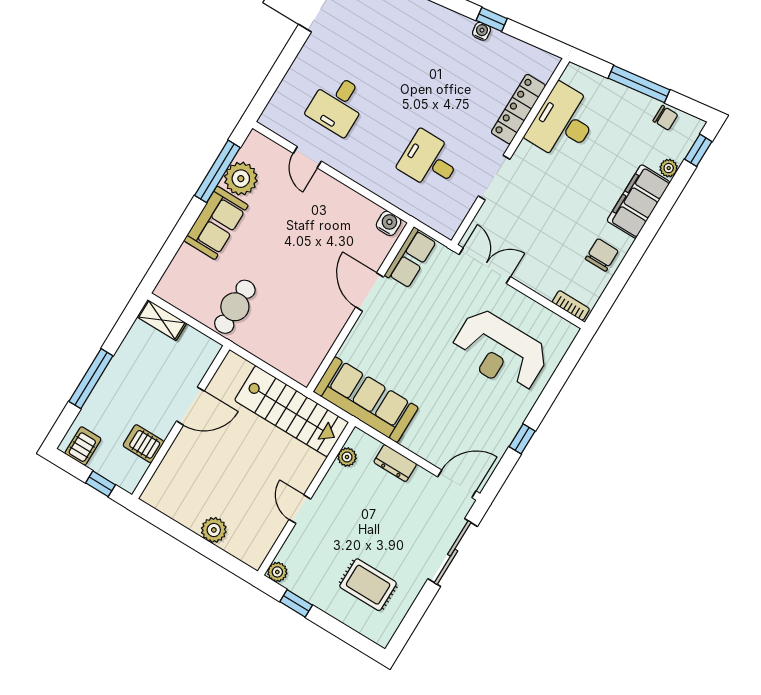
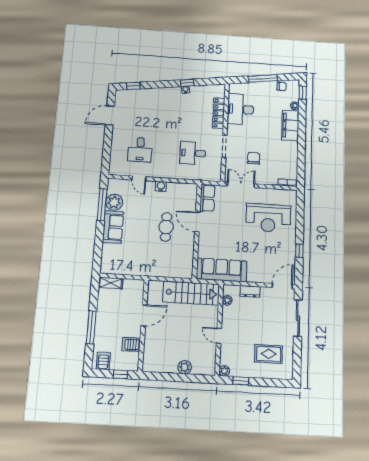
water cooler: (389, 223) -> (161, 186), moved
chair: (602, 255) -> (254, 158), moved
cafe table: (235, 307) -> (166, 227), moved

